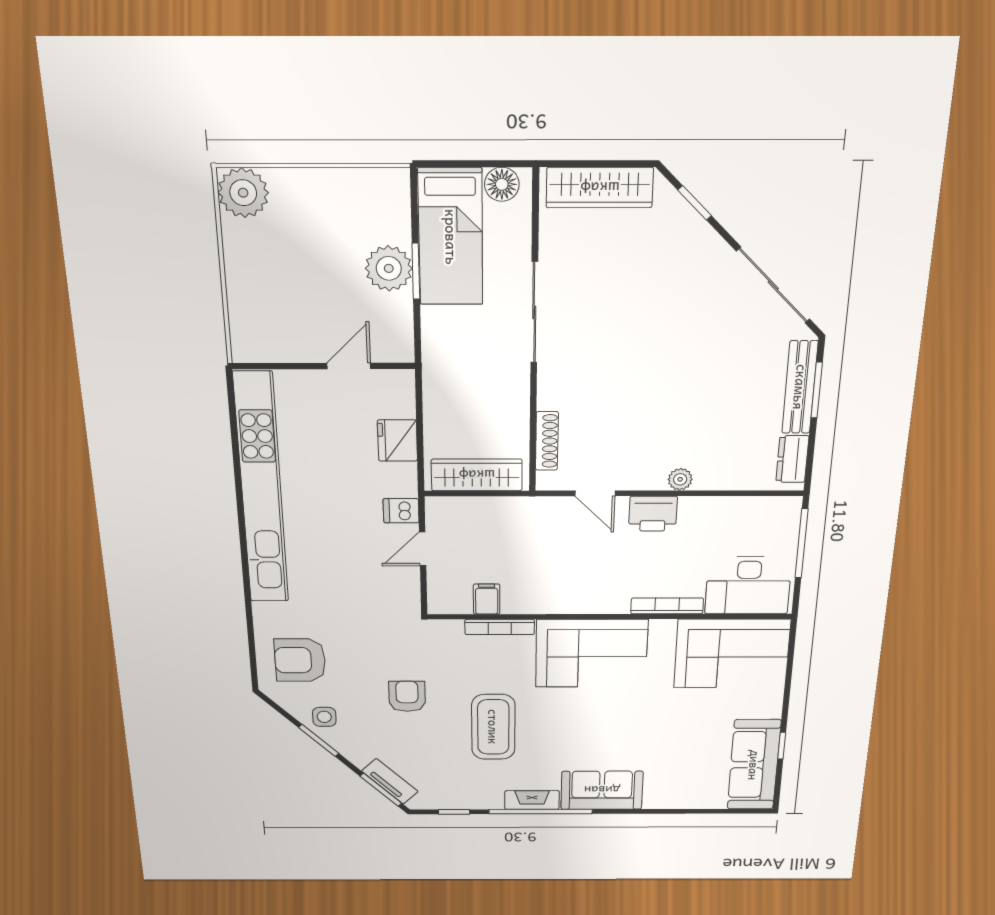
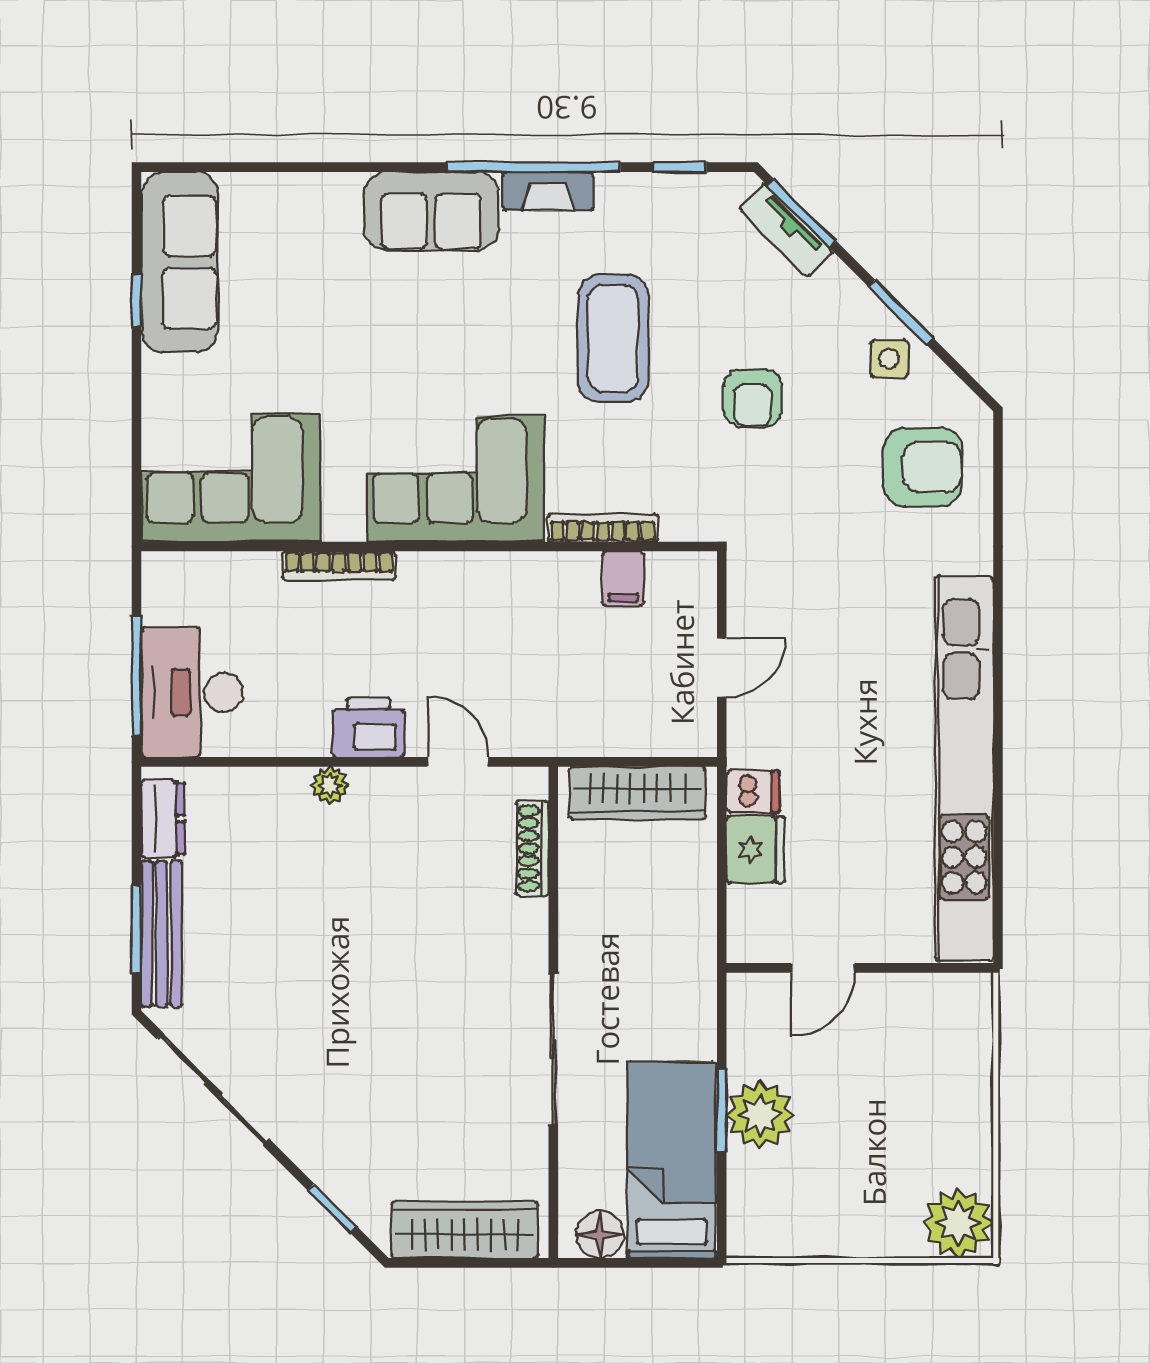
dishwasher: (401, 511) -> (753, 791), moved
desk: (748, 585) -> (192, 692), moved, turned -90

